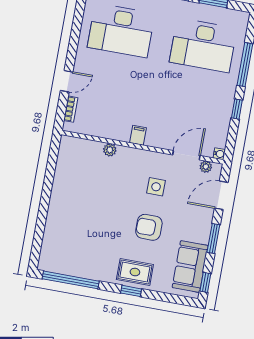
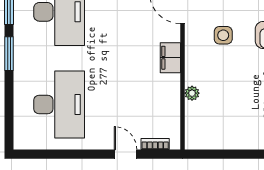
filing cabinet: (138, 135) -> (170, 58), width x2.00

